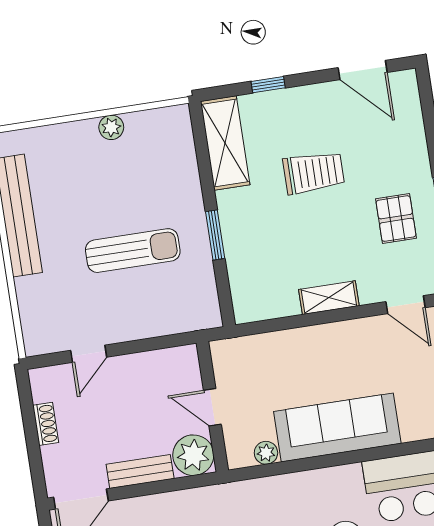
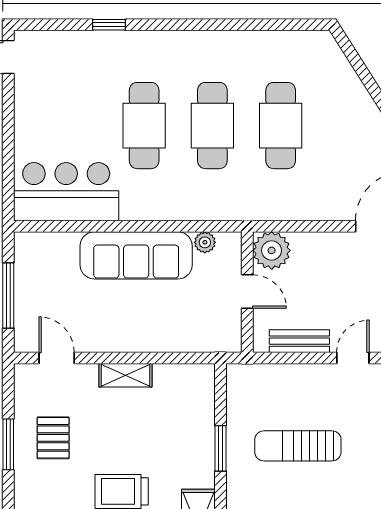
bench: (140, 471) -> (299, 341), moved

